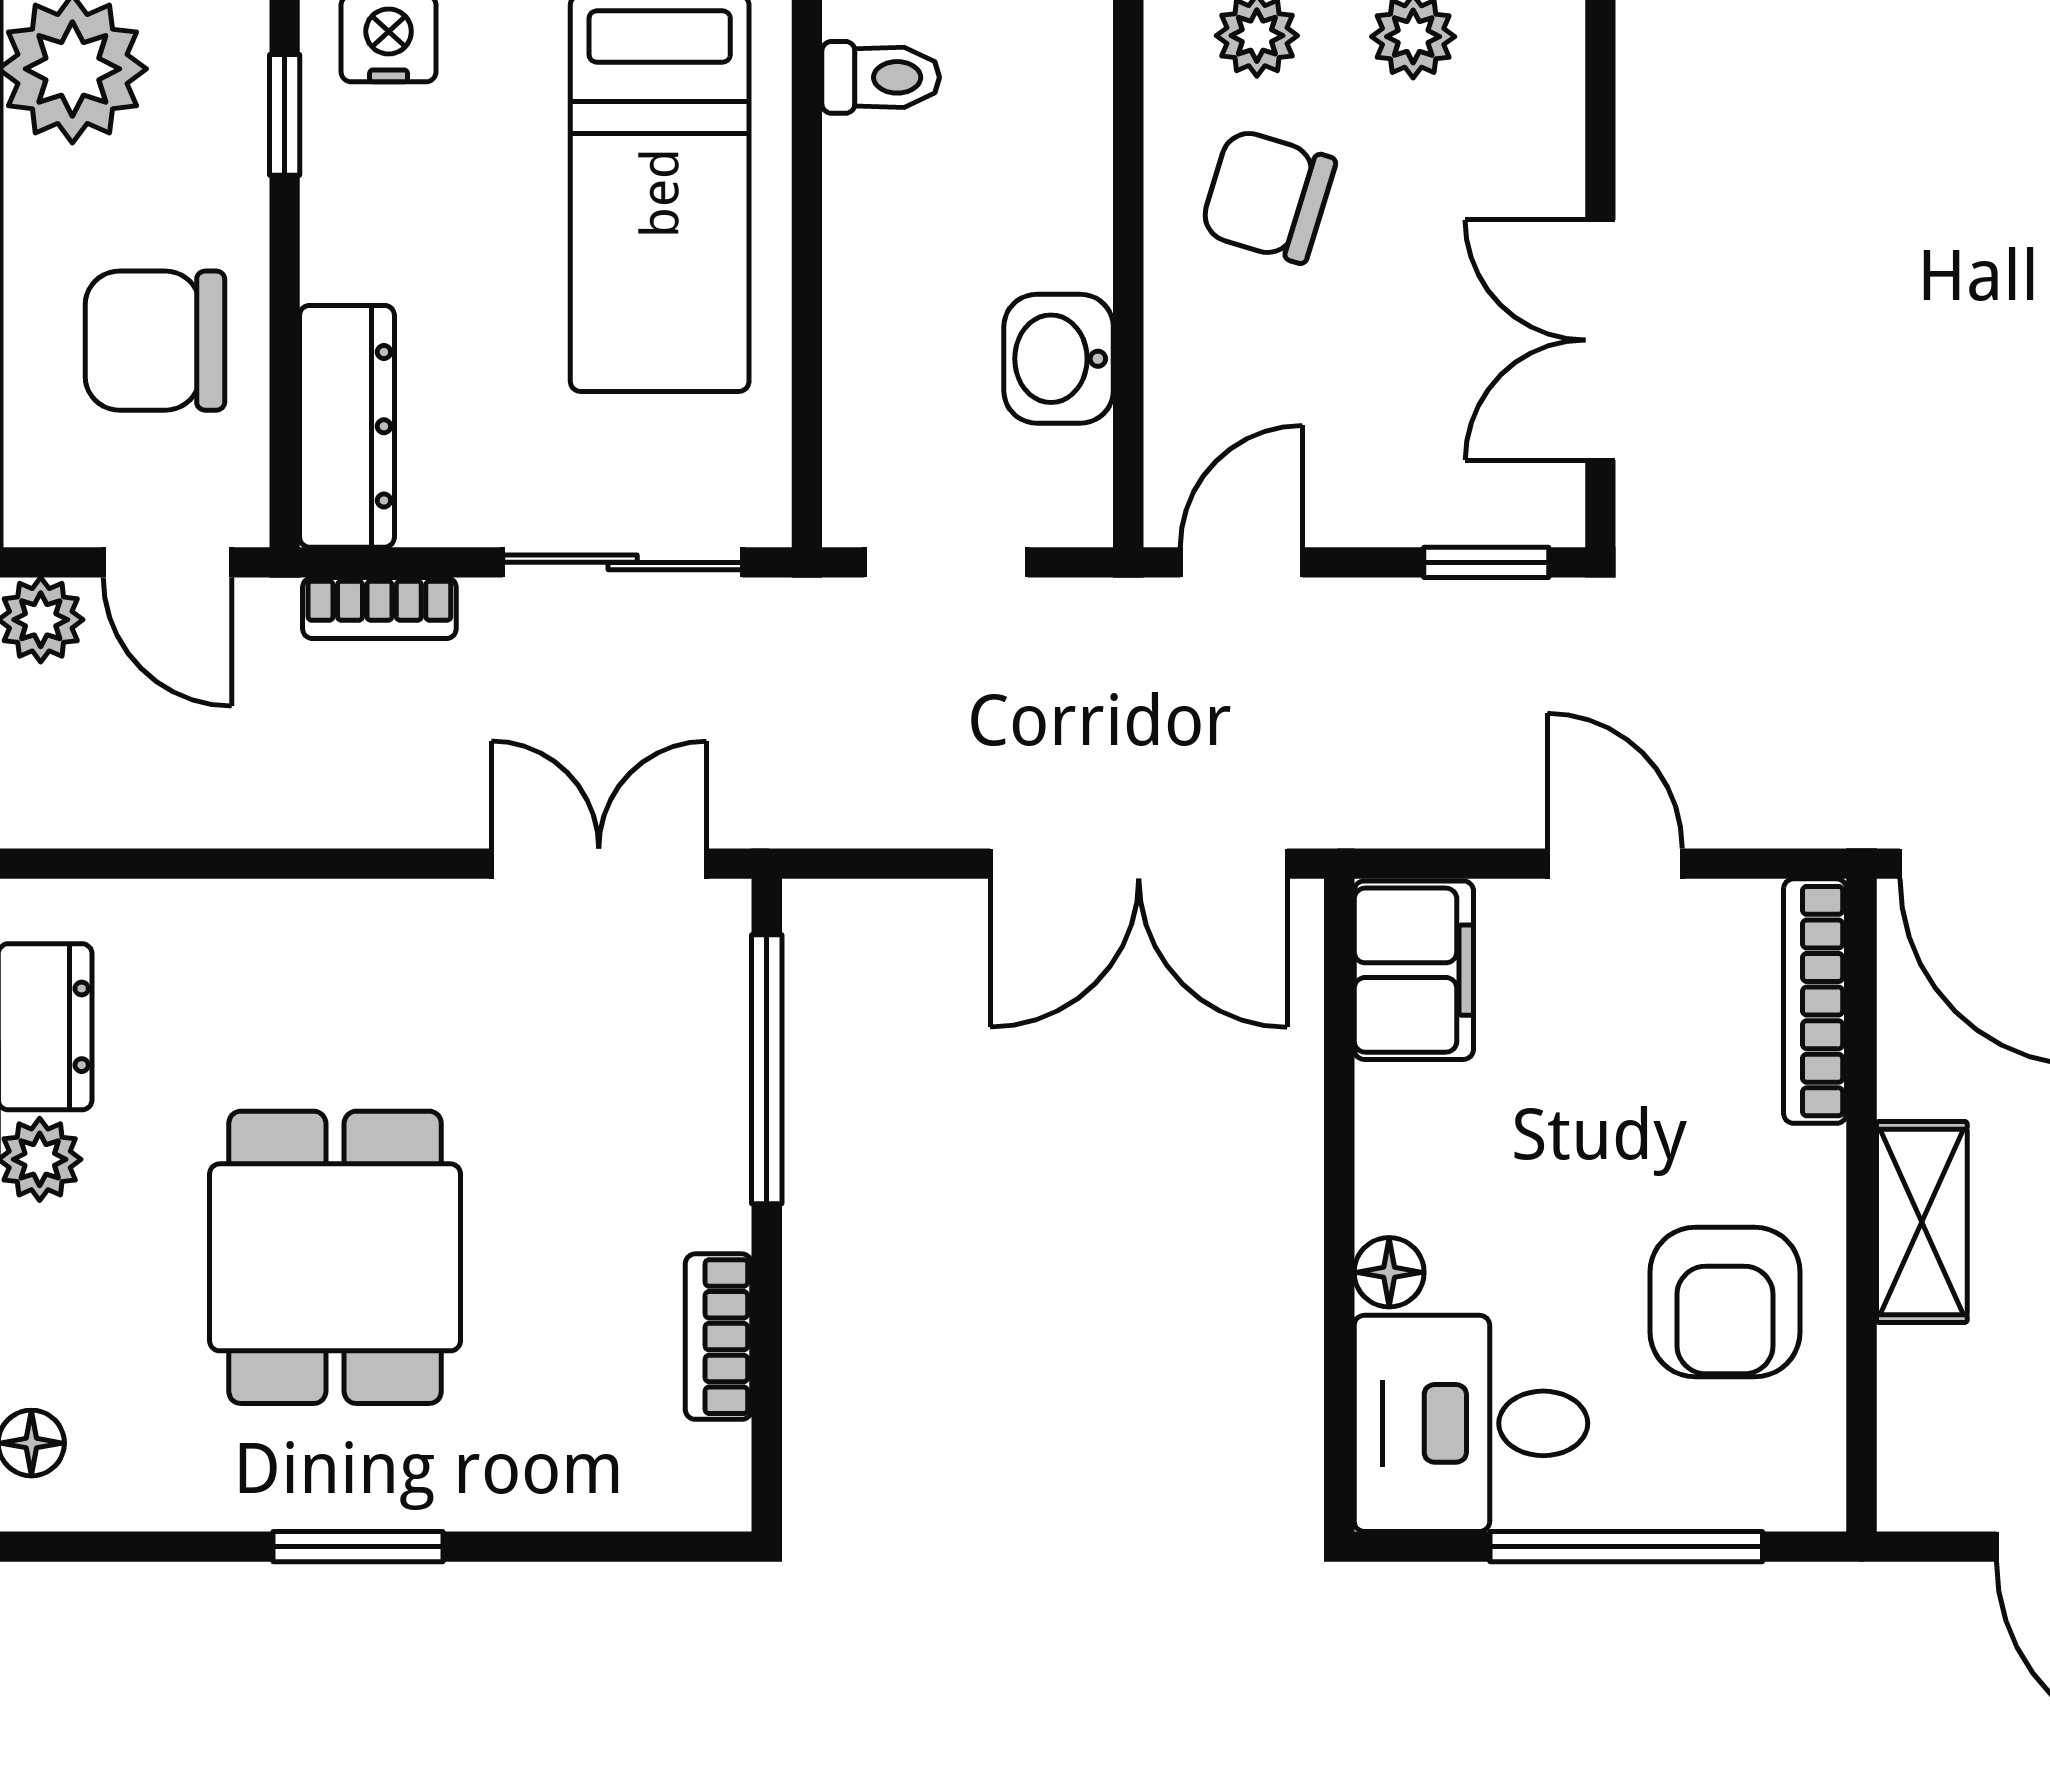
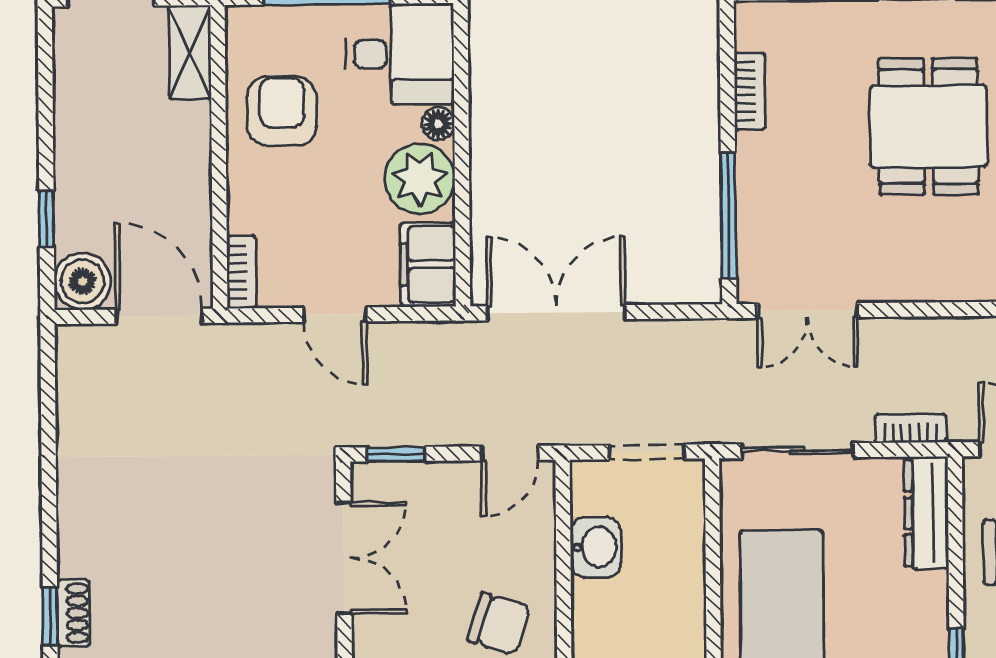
bookcase: (1815, 1001) -> (241, 272), width x0.64
plant: (1430, 1154) -> (420, 179), added
shelving: (1922, 1222) -> (190, 52), moved

